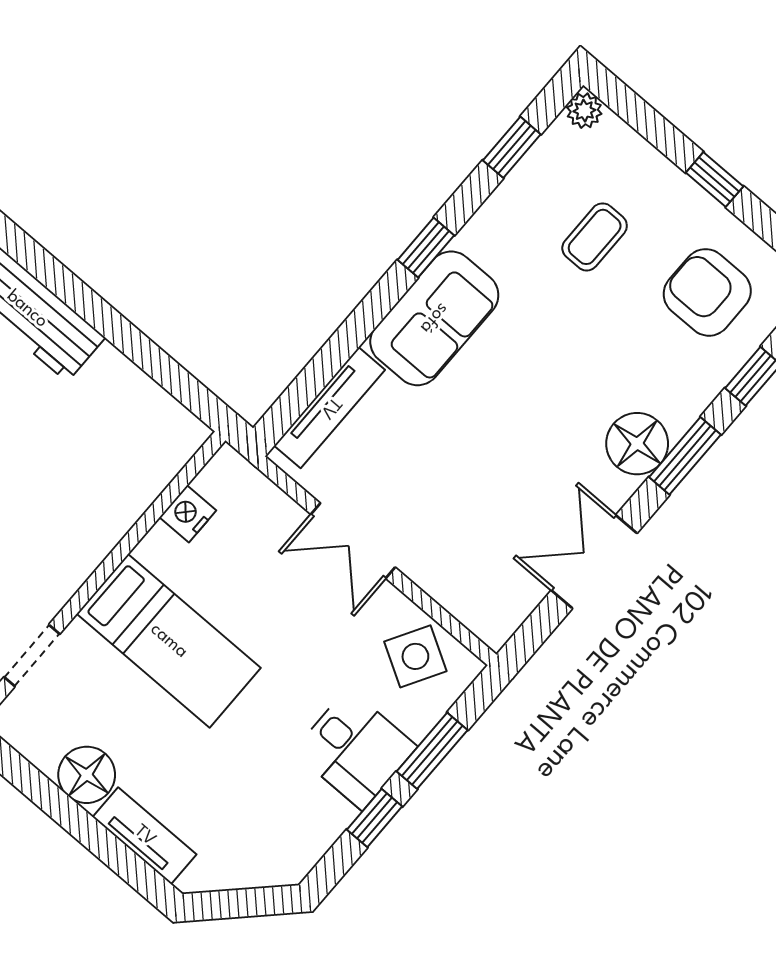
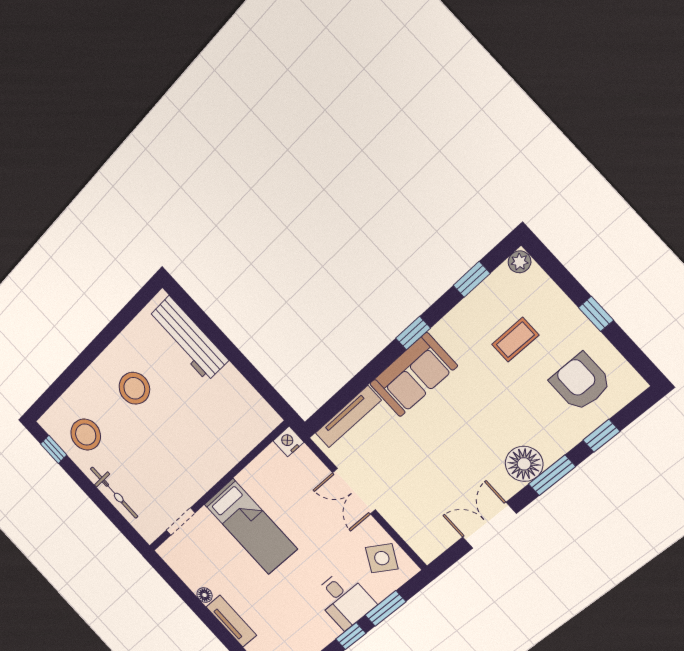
nightstand: (188, 514) -> (288, 441), moved
floor lamp: (87, 775) -> (205, 595), width x0.53, depth x0.53

